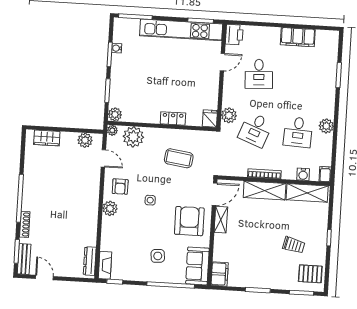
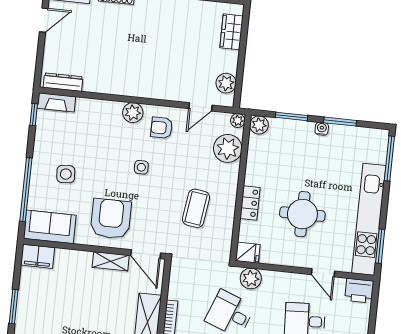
water cooler: (117, 48) -> (322, 129), moved
round table: (179, 79) -> (302, 214), added
armchair: (189, 221) -> (111, 219), turned -90

